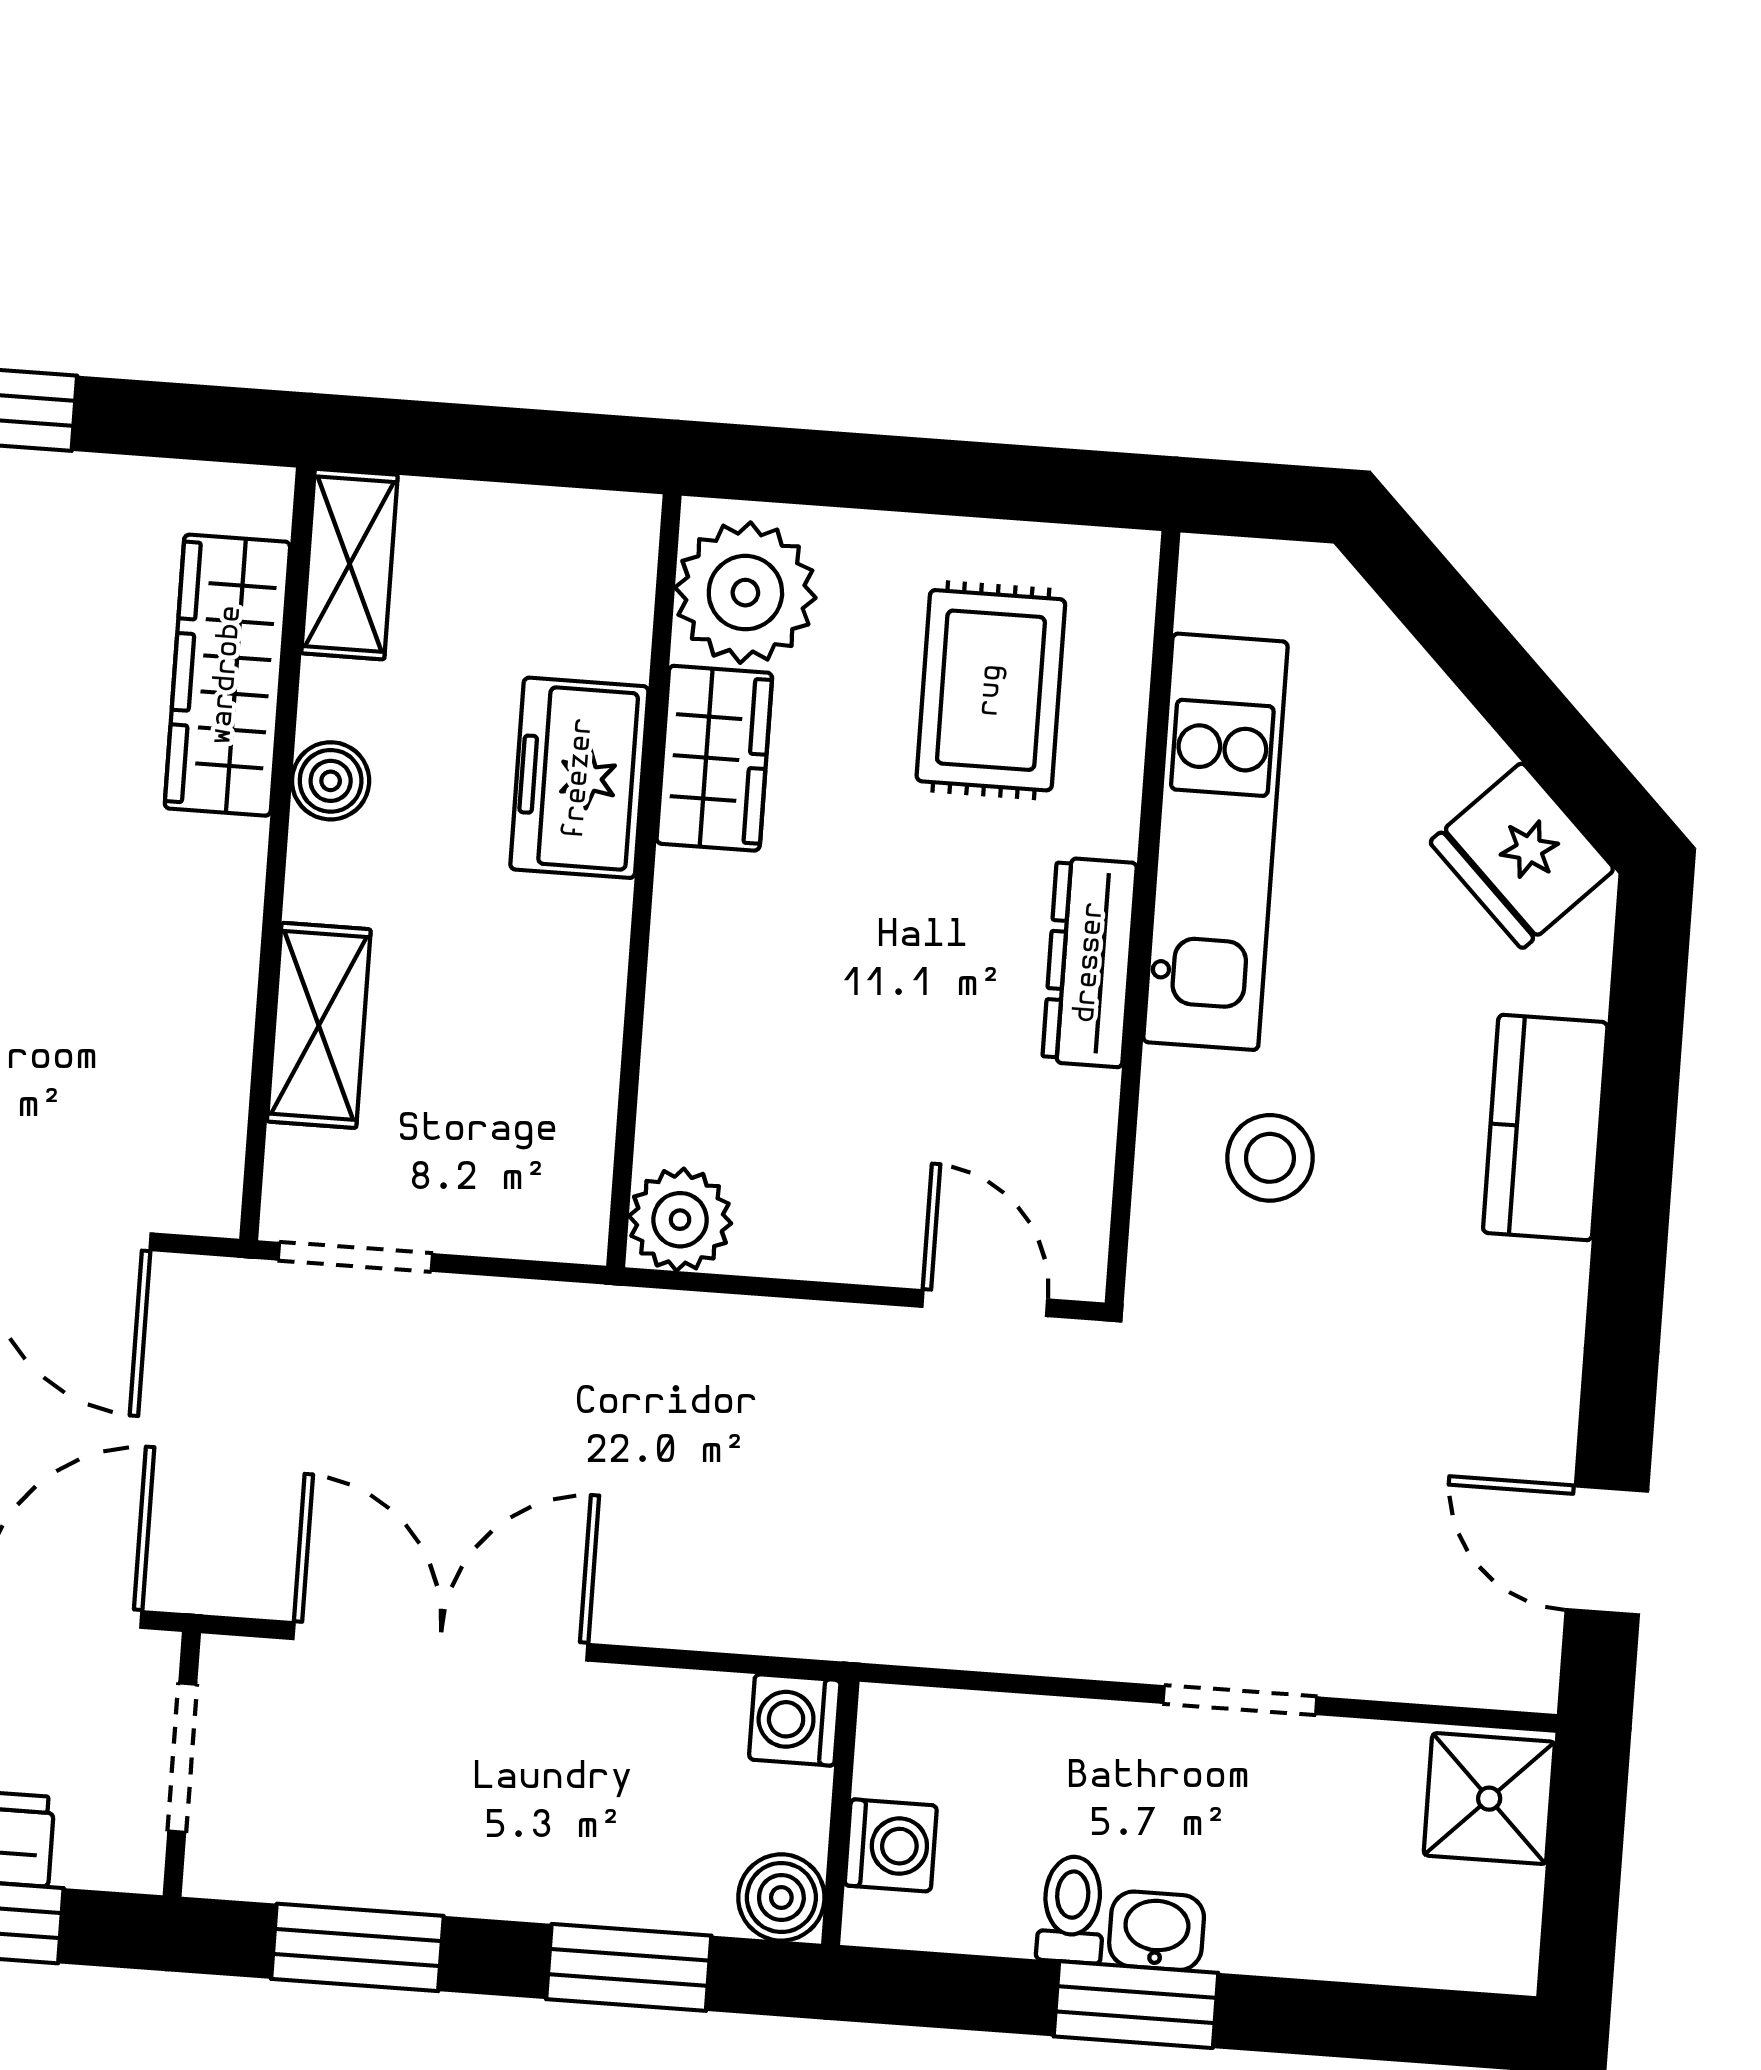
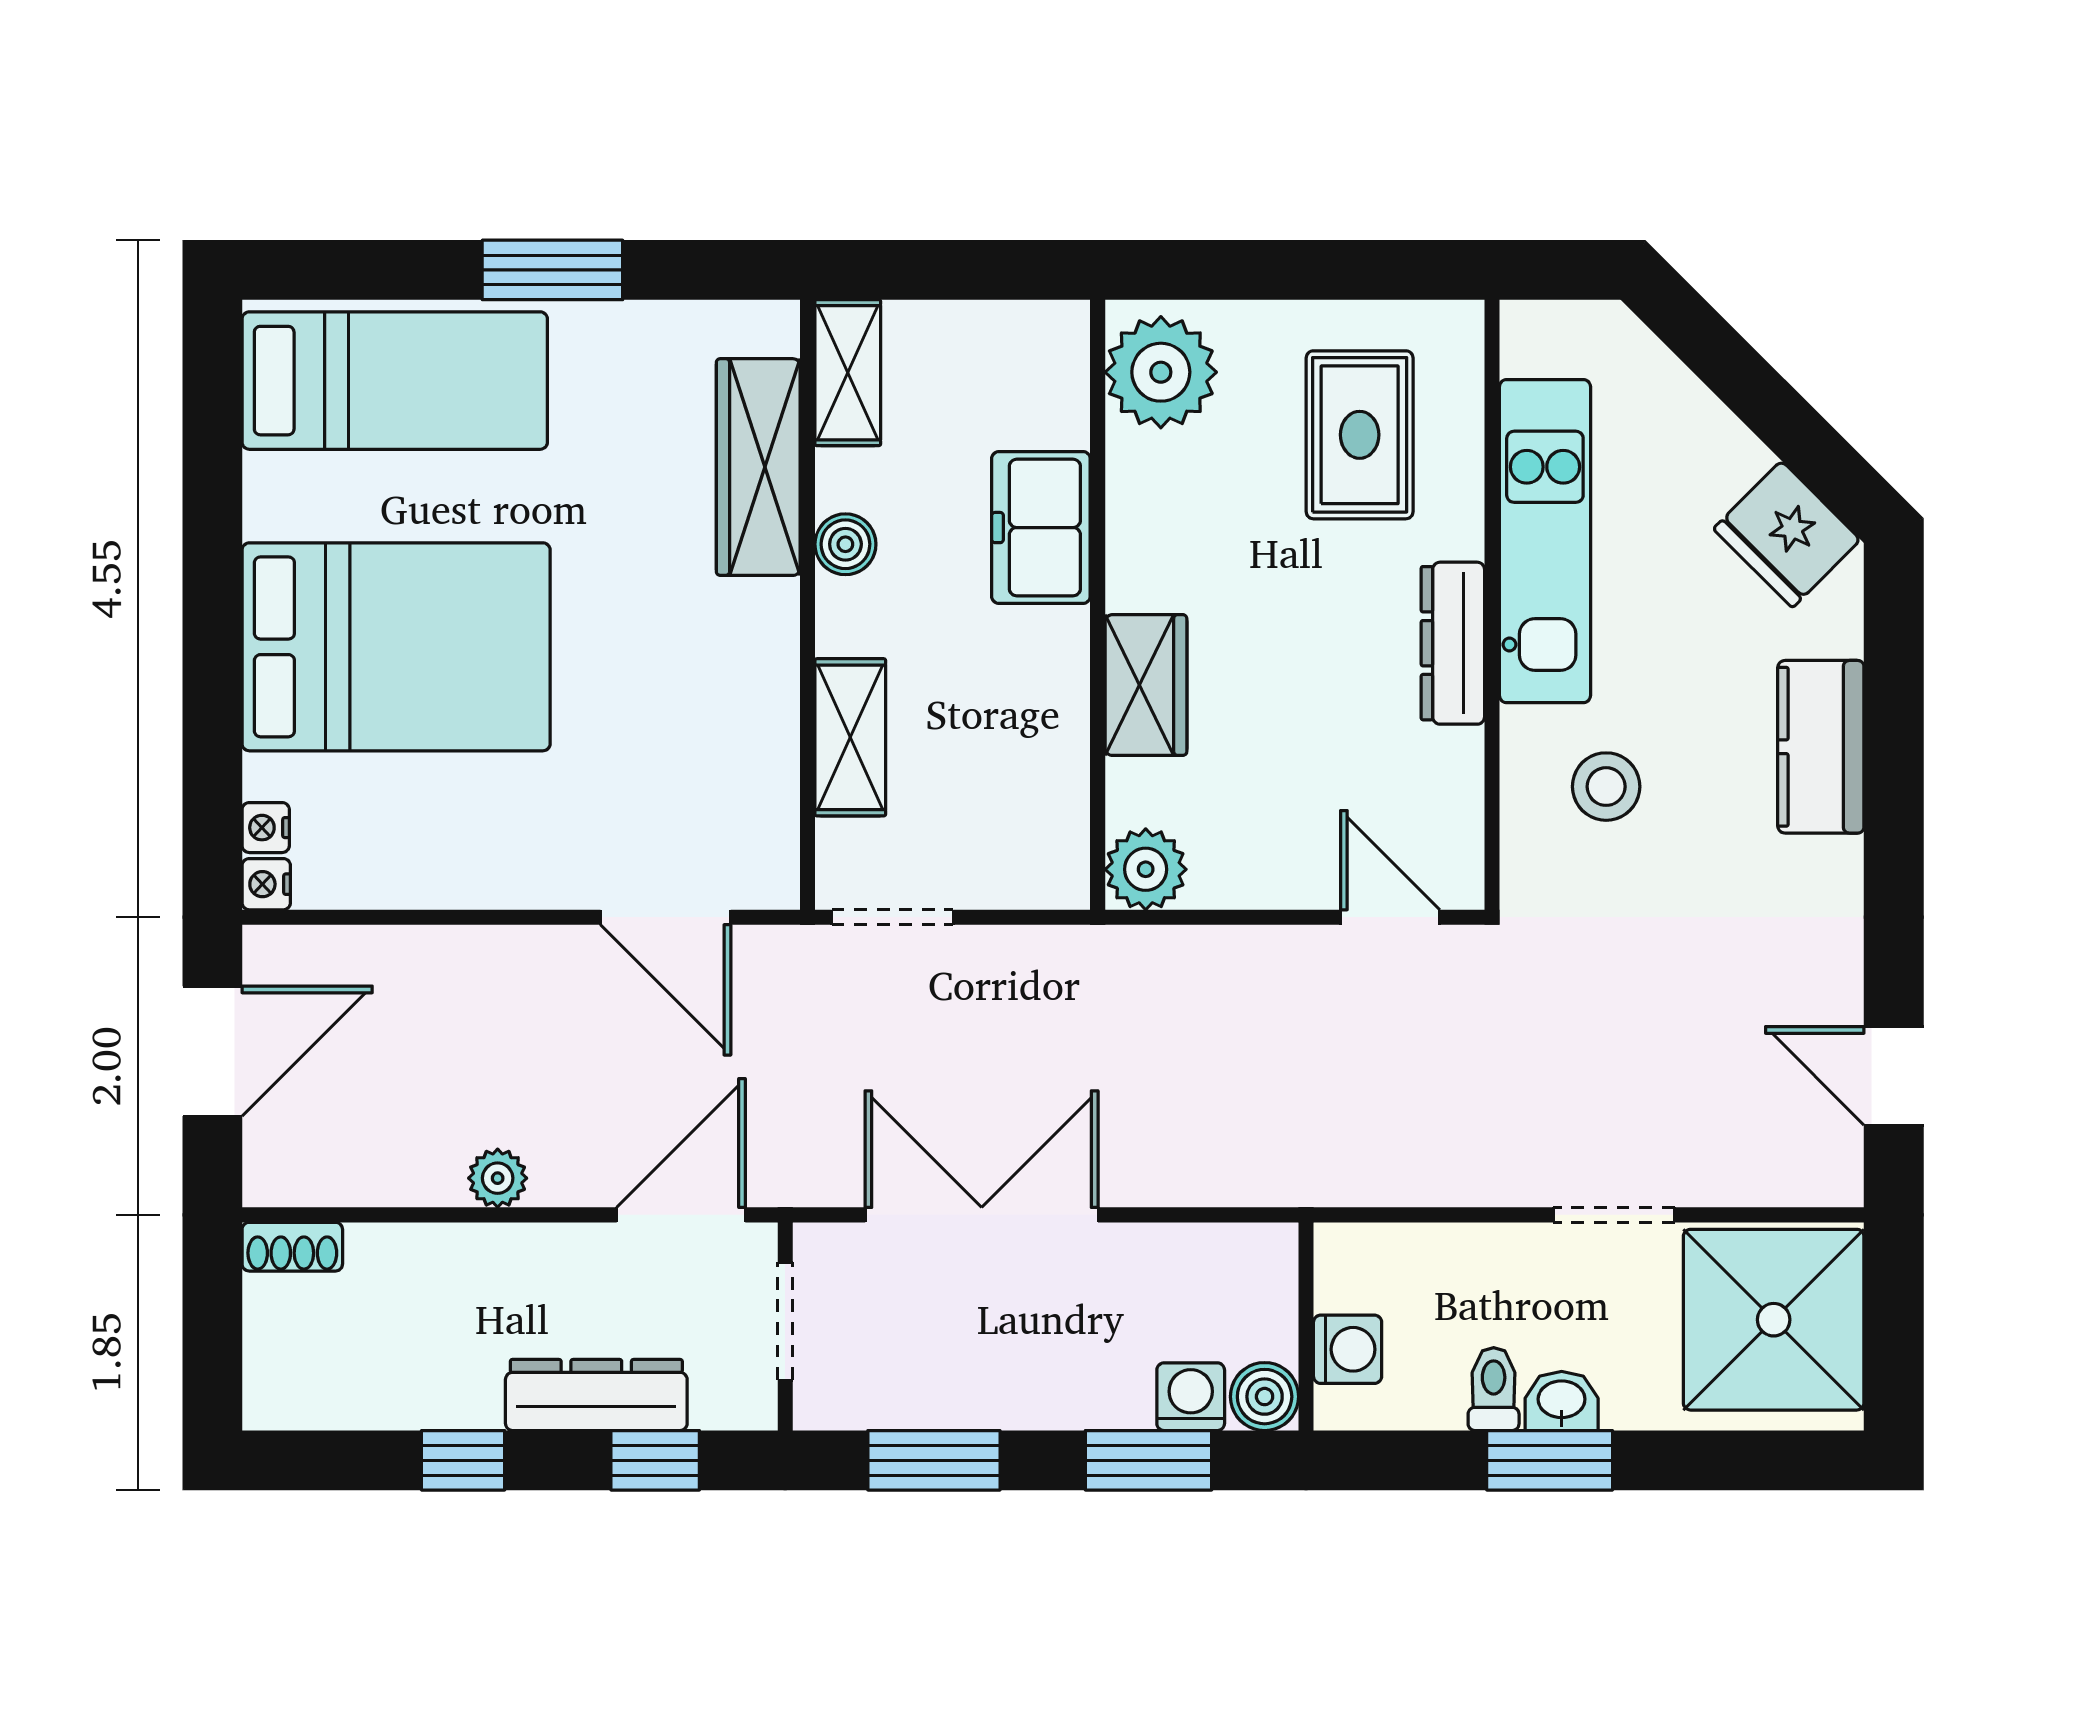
wardrobe: (714, 758) -> (1146, 685), moved
washing machine: (795, 1720) -> (1191, 1397), moved, turned 90
shower: (1489, 1799) -> (1774, 1320), width x1.86, depth x1.86

